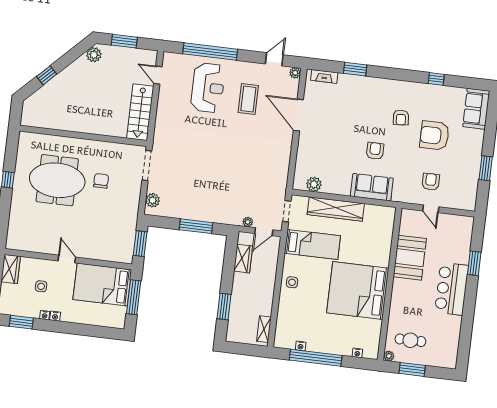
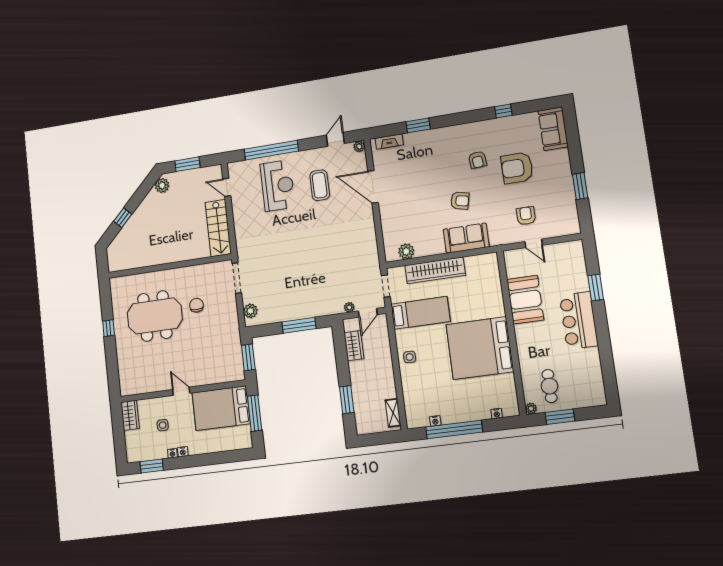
armchair: (375, 151) -> (460, 201), turned 103
cafe table: (410, 340) -> (549, 386), turned 90

